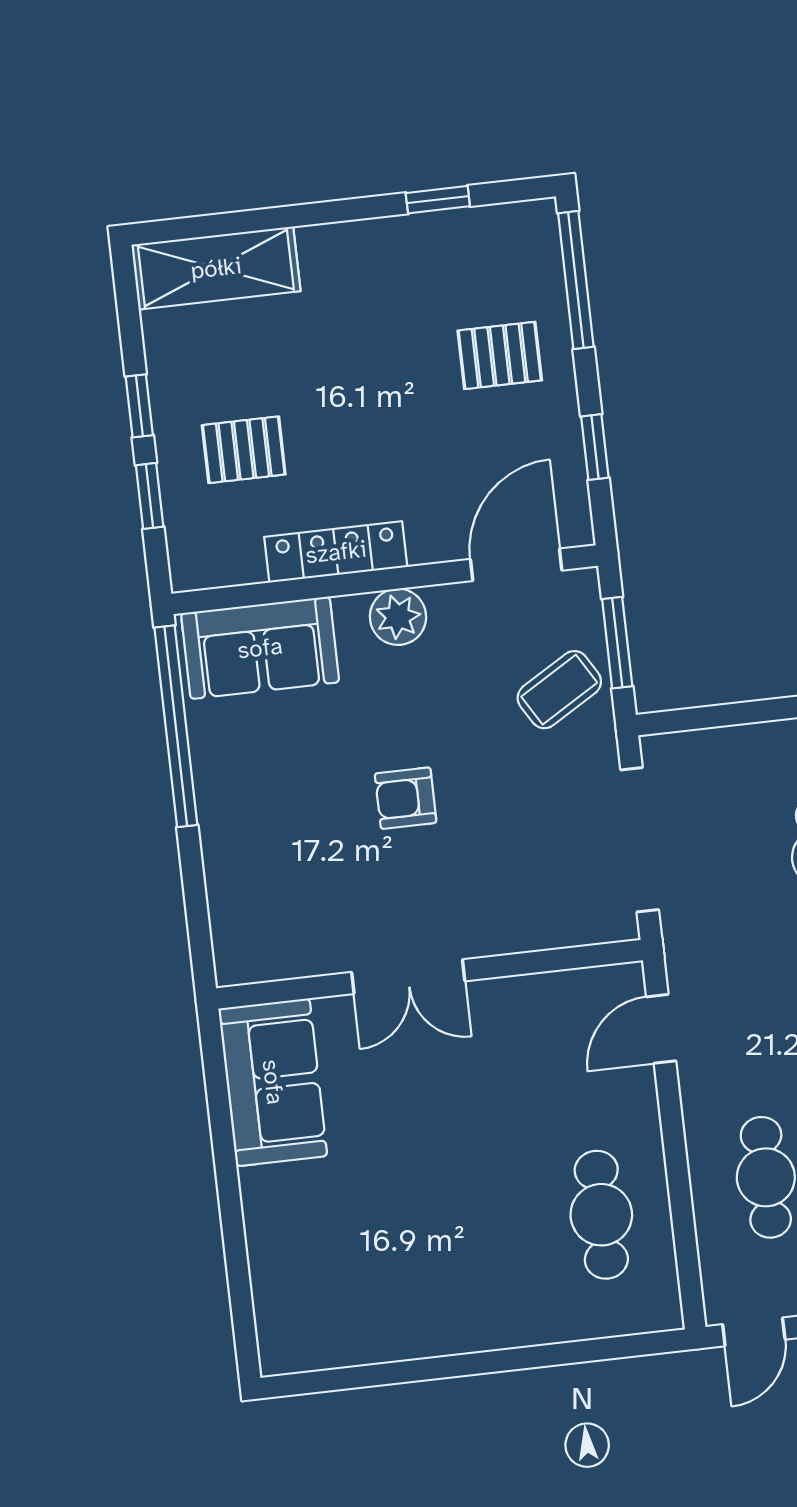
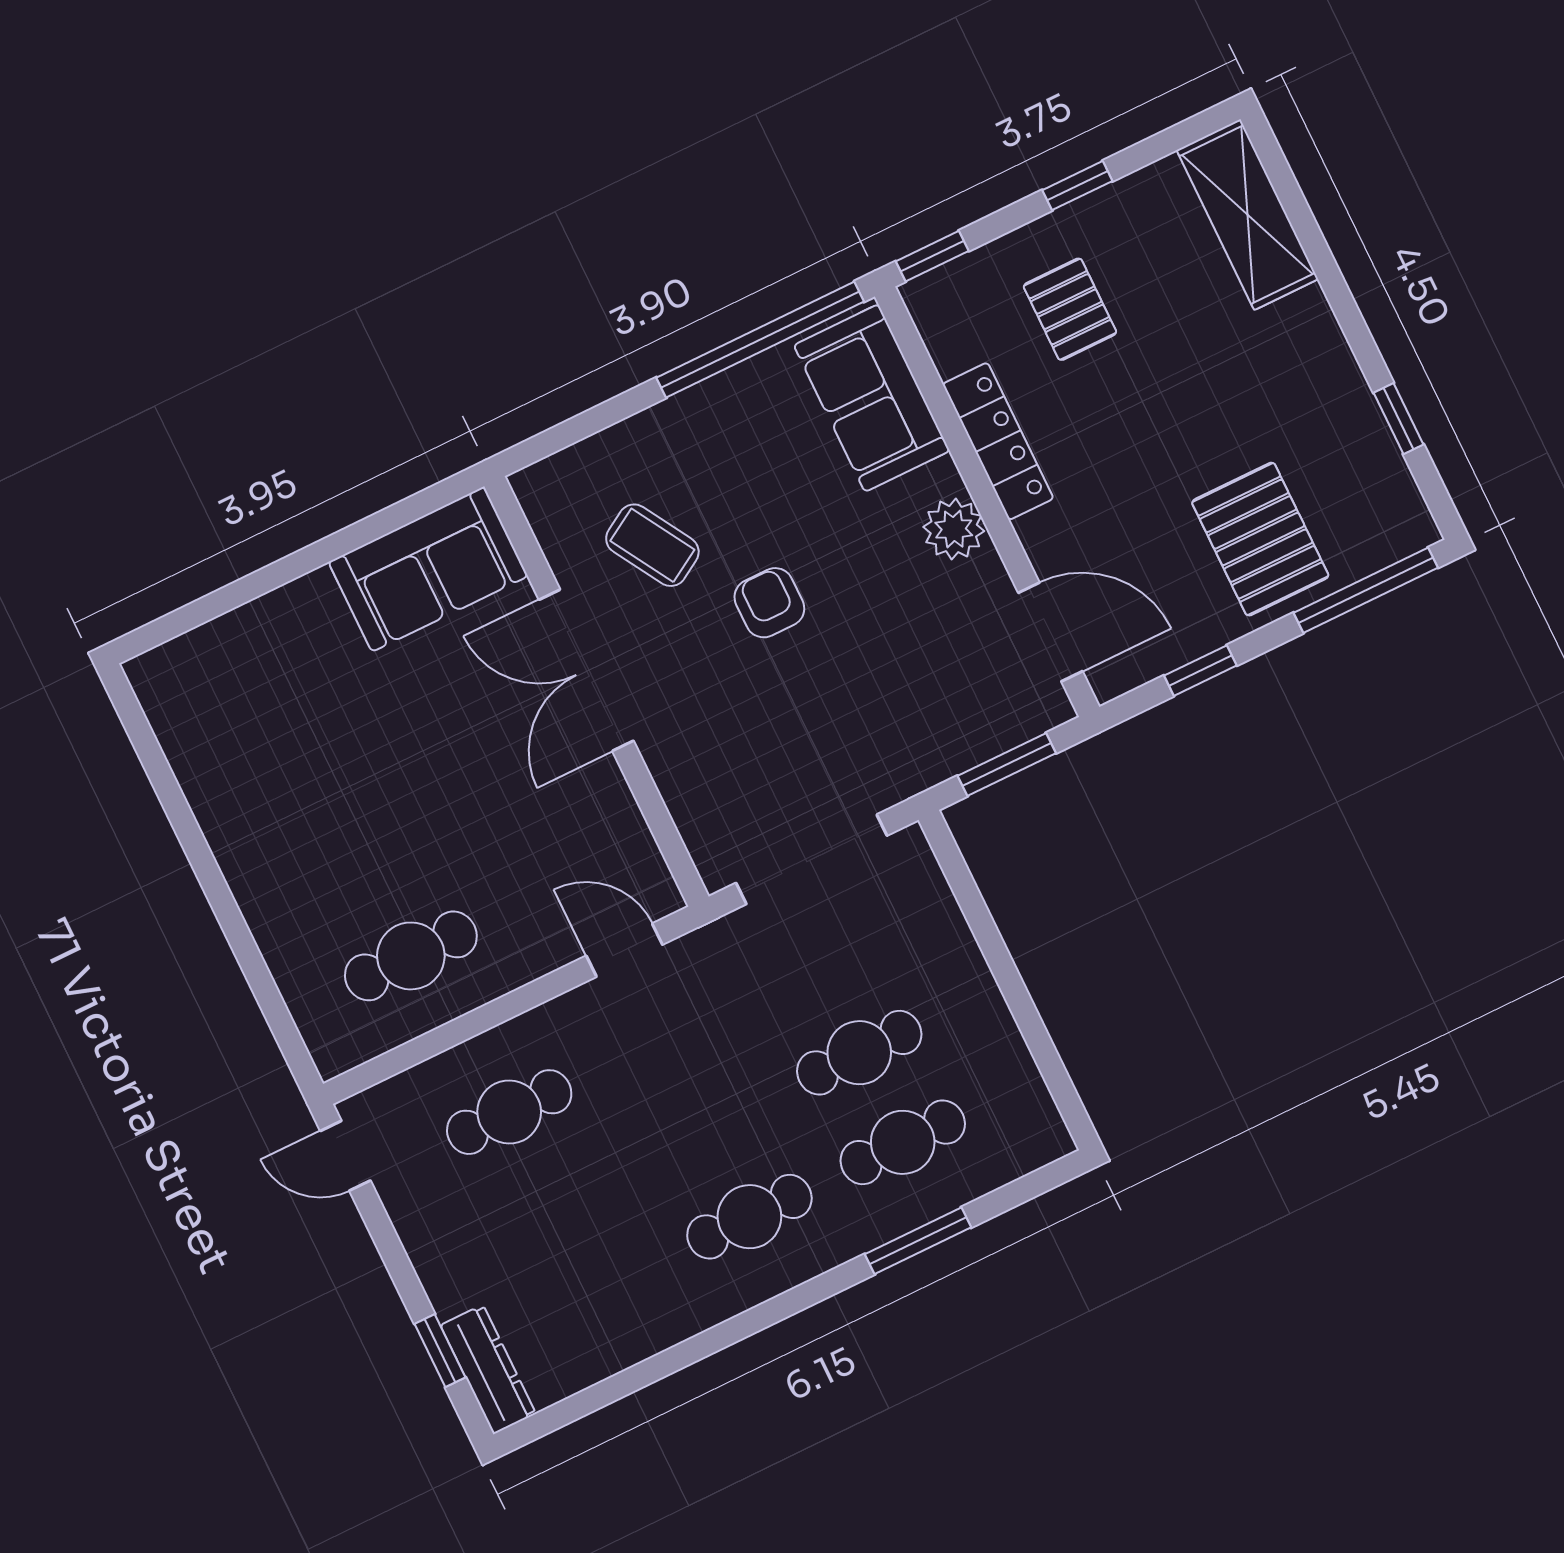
pallet: (500, 355) -> (1260, 539), width x1.50, depth x1.42
window: (150, 496) -> (932, 256), moved
coffee table: (559, 690) -> (652, 545), moved
double door: (408, 977) -> (586, 670), width x1.37

